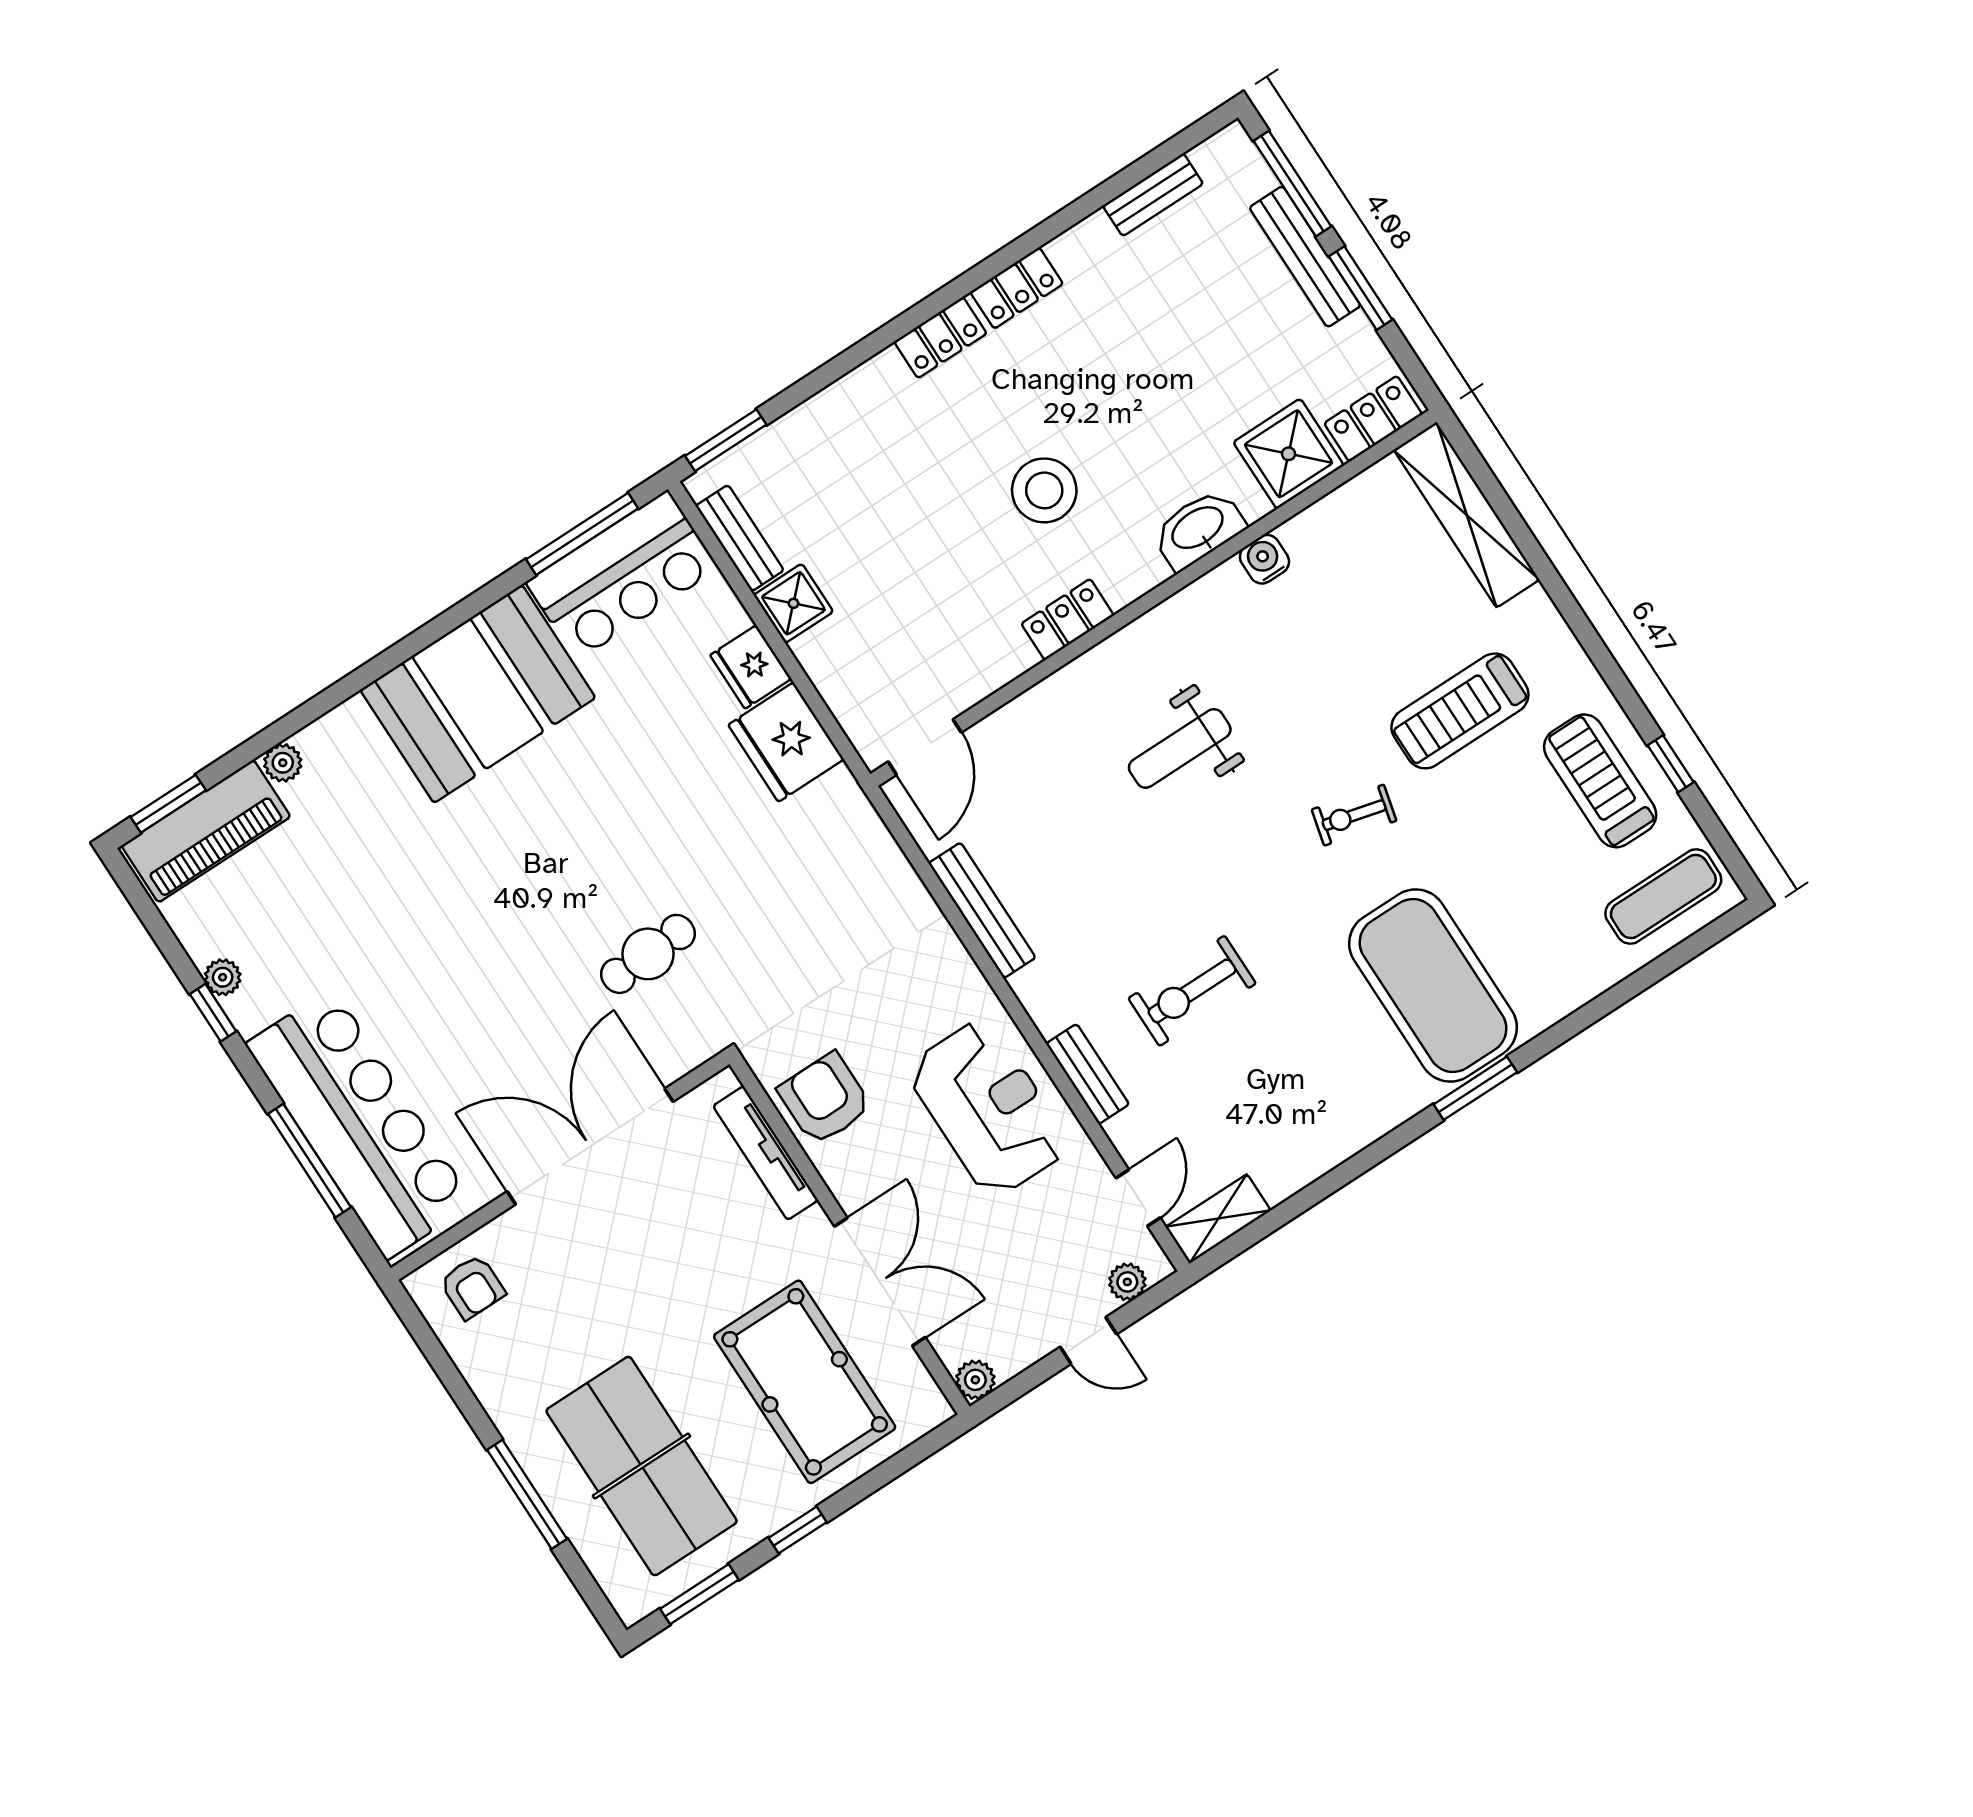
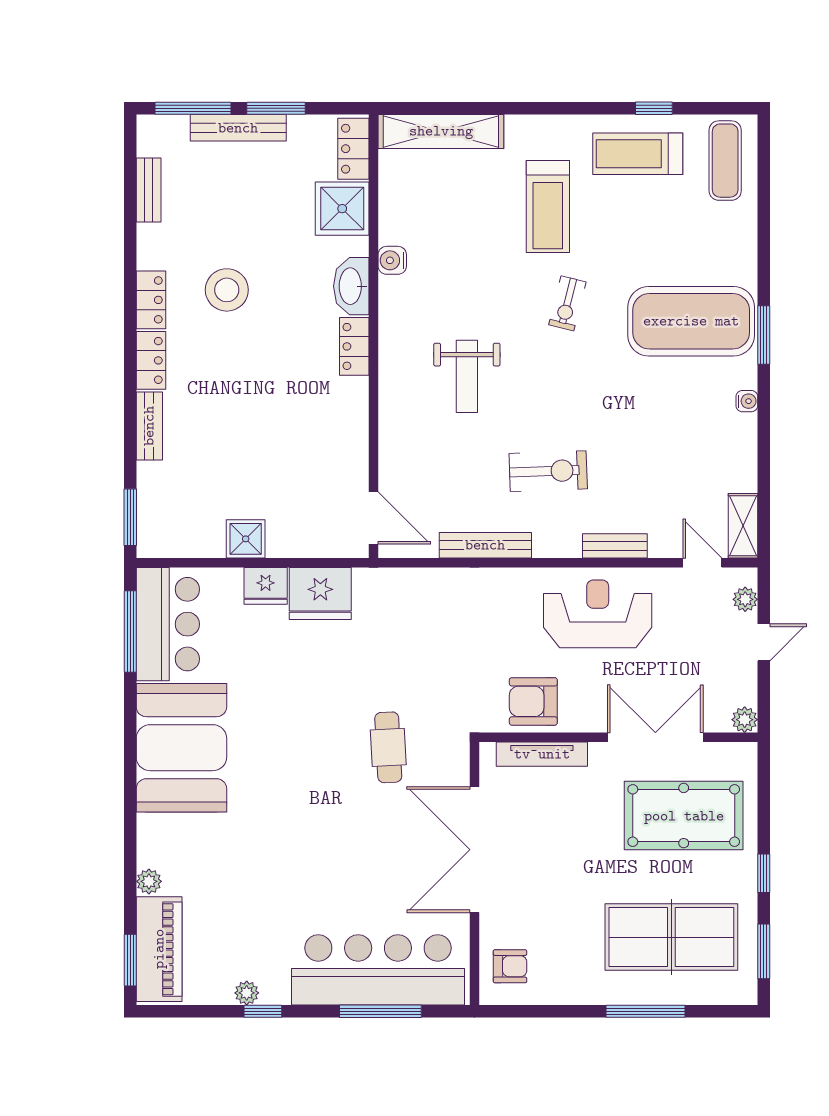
stool: (1044, 490) -> (227, 290), moved
bench: (740, 538) -> (149, 426), moved, turned 90
locker: (1068, 619) -> (354, 346), moved
exercise bike: (1192, 991) -> (548, 471), moved, turned -92
water cooler: (1378, 1121) -> (747, 401), added

